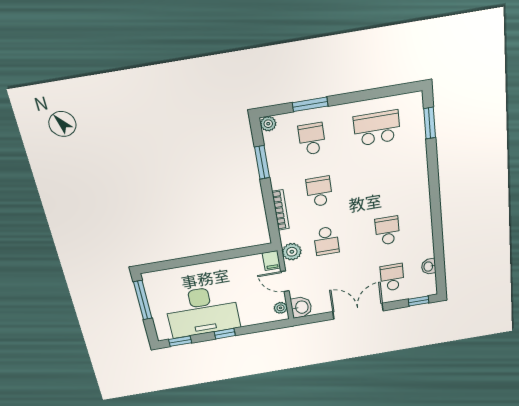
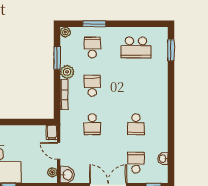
school desk: (377, 128) -> (136, 47), turned 180
school desk: (387, 231) -> (136, 124), turned 180
plant: (292, 252) -> (67, 72), moved

